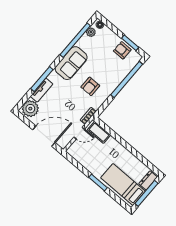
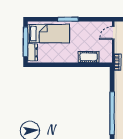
cot: (99, 132) -> (89, 57), moved
door: (79, 133) -> (113, 33), moved

